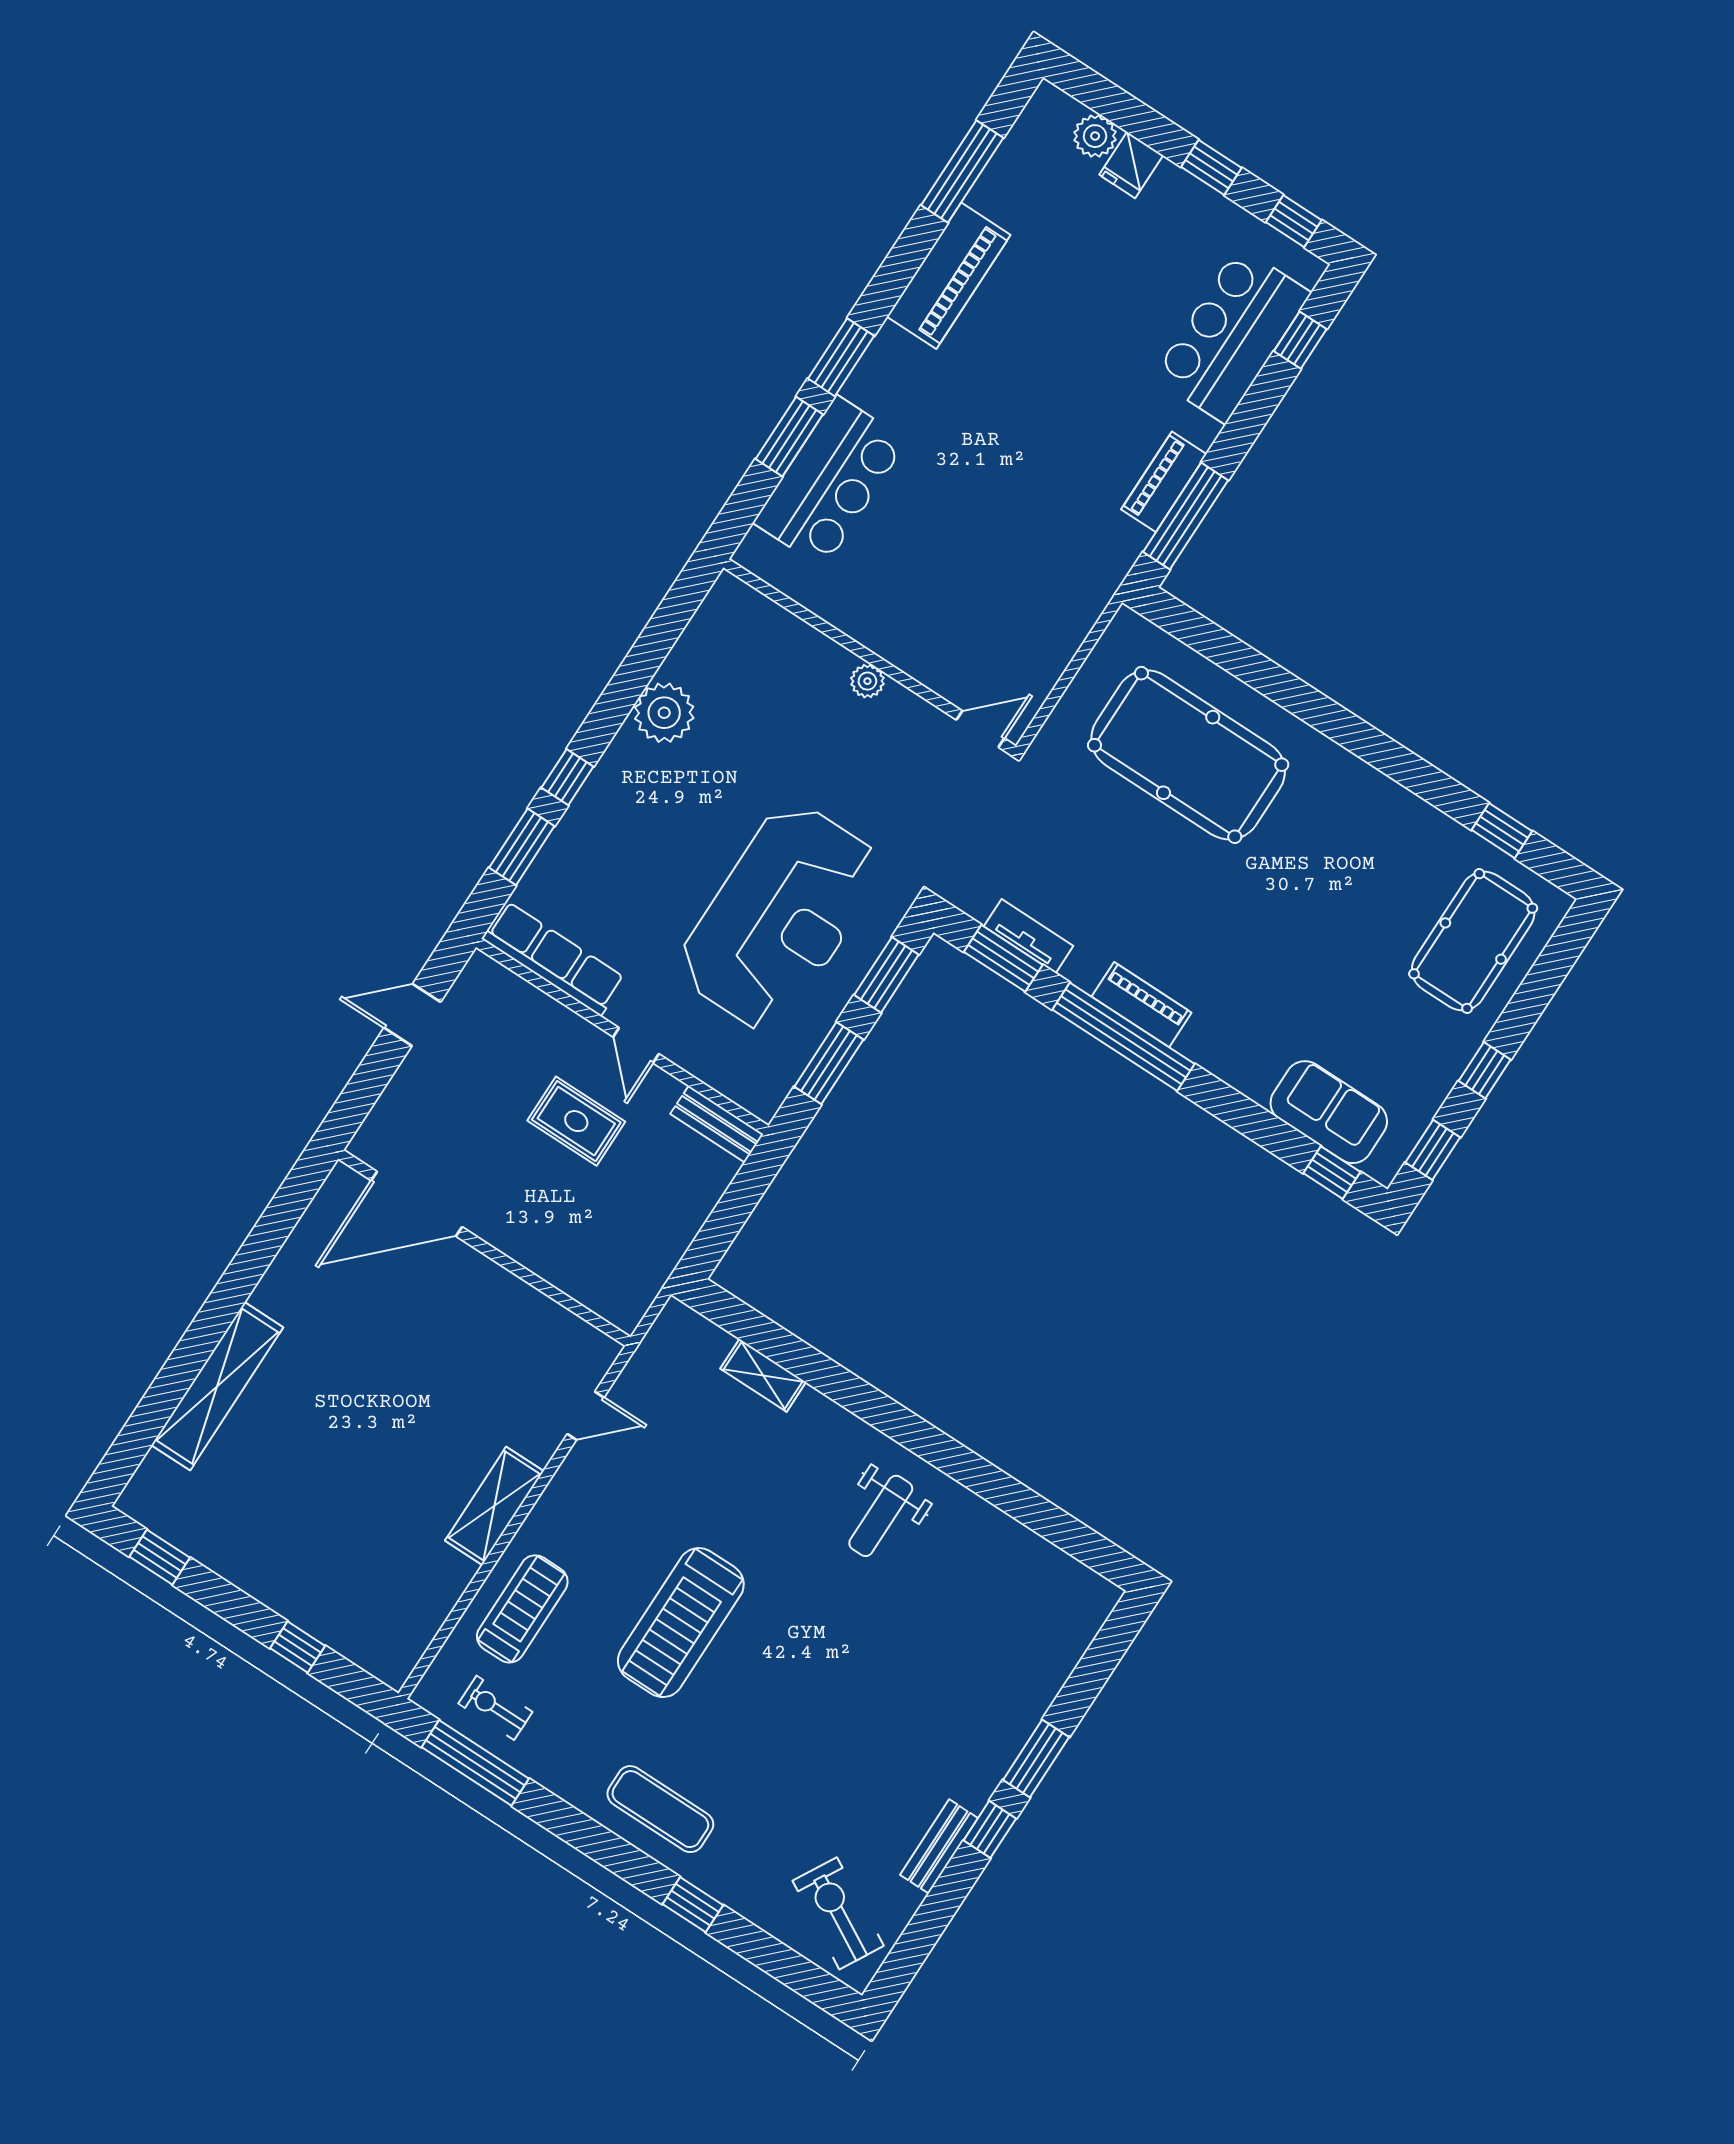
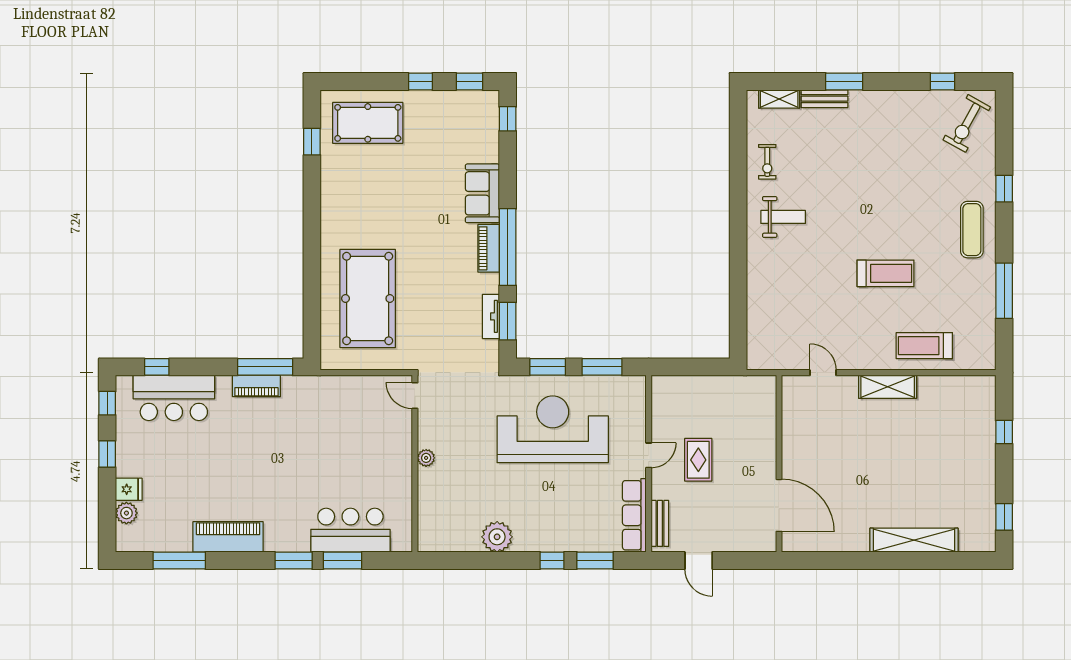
sofa: (1329, 1112) -> (482, 193), moved
bench: (717, 1124) -> (660, 523), moved
shelving: (763, 1375) -> (779, 99), moved, turned 90
treadmill: (681, 1623) -> (885, 273), width x0.73, depth x0.73
exercise bike: (495, 1708) -> (767, 162), moved
window: (475, 1763) -> (1004, 291), moved
window: (990, 1829) -> (942, 81), moved
bench: (939, 1846) -> (824, 99), moved

